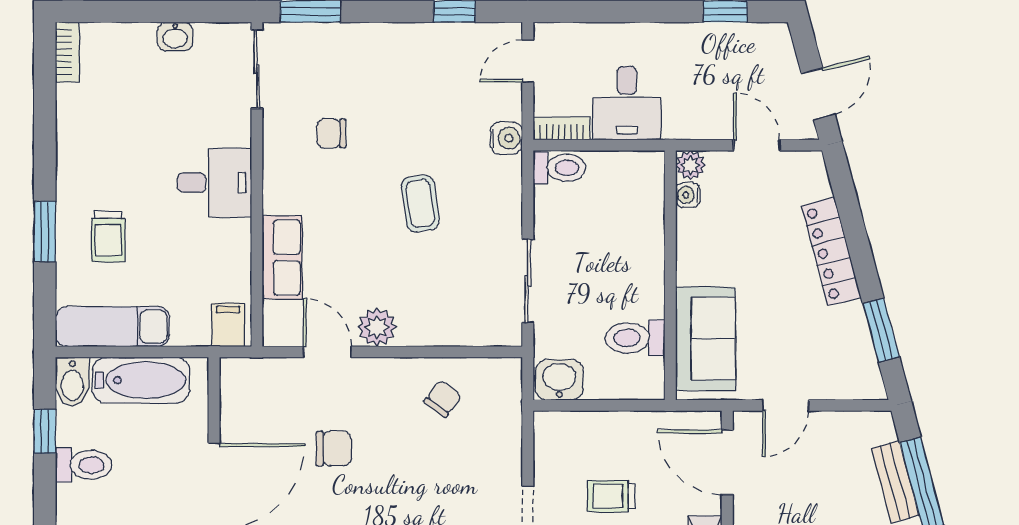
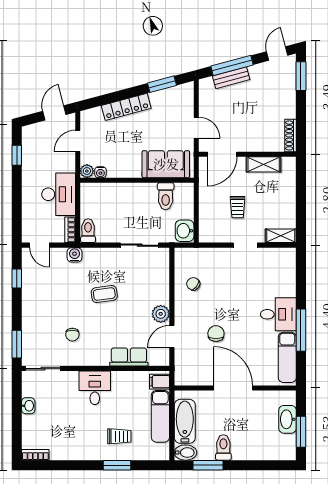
door: (818, 94) -> (54, 113), hinge flipped
desk: (627, 103) -> (59, 194), width x1.37
exam couch: (112, 327) -> (160, 416), moved
window: (45, 431) -> (208, 465), width x1.50

